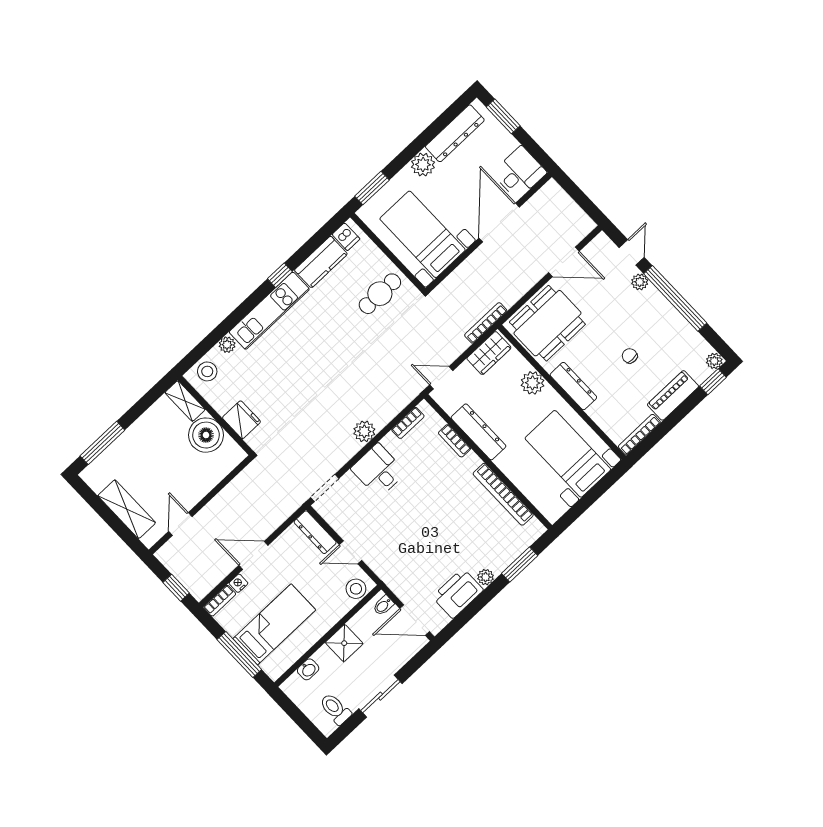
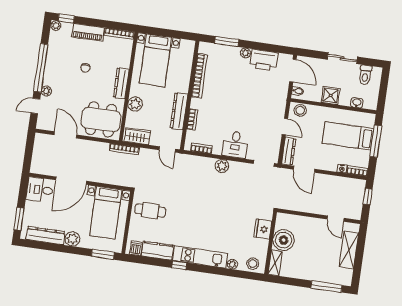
door: (180, 524) -> (336, 219), hinge flipped
door: (253, 555) -> (304, 169), moved

